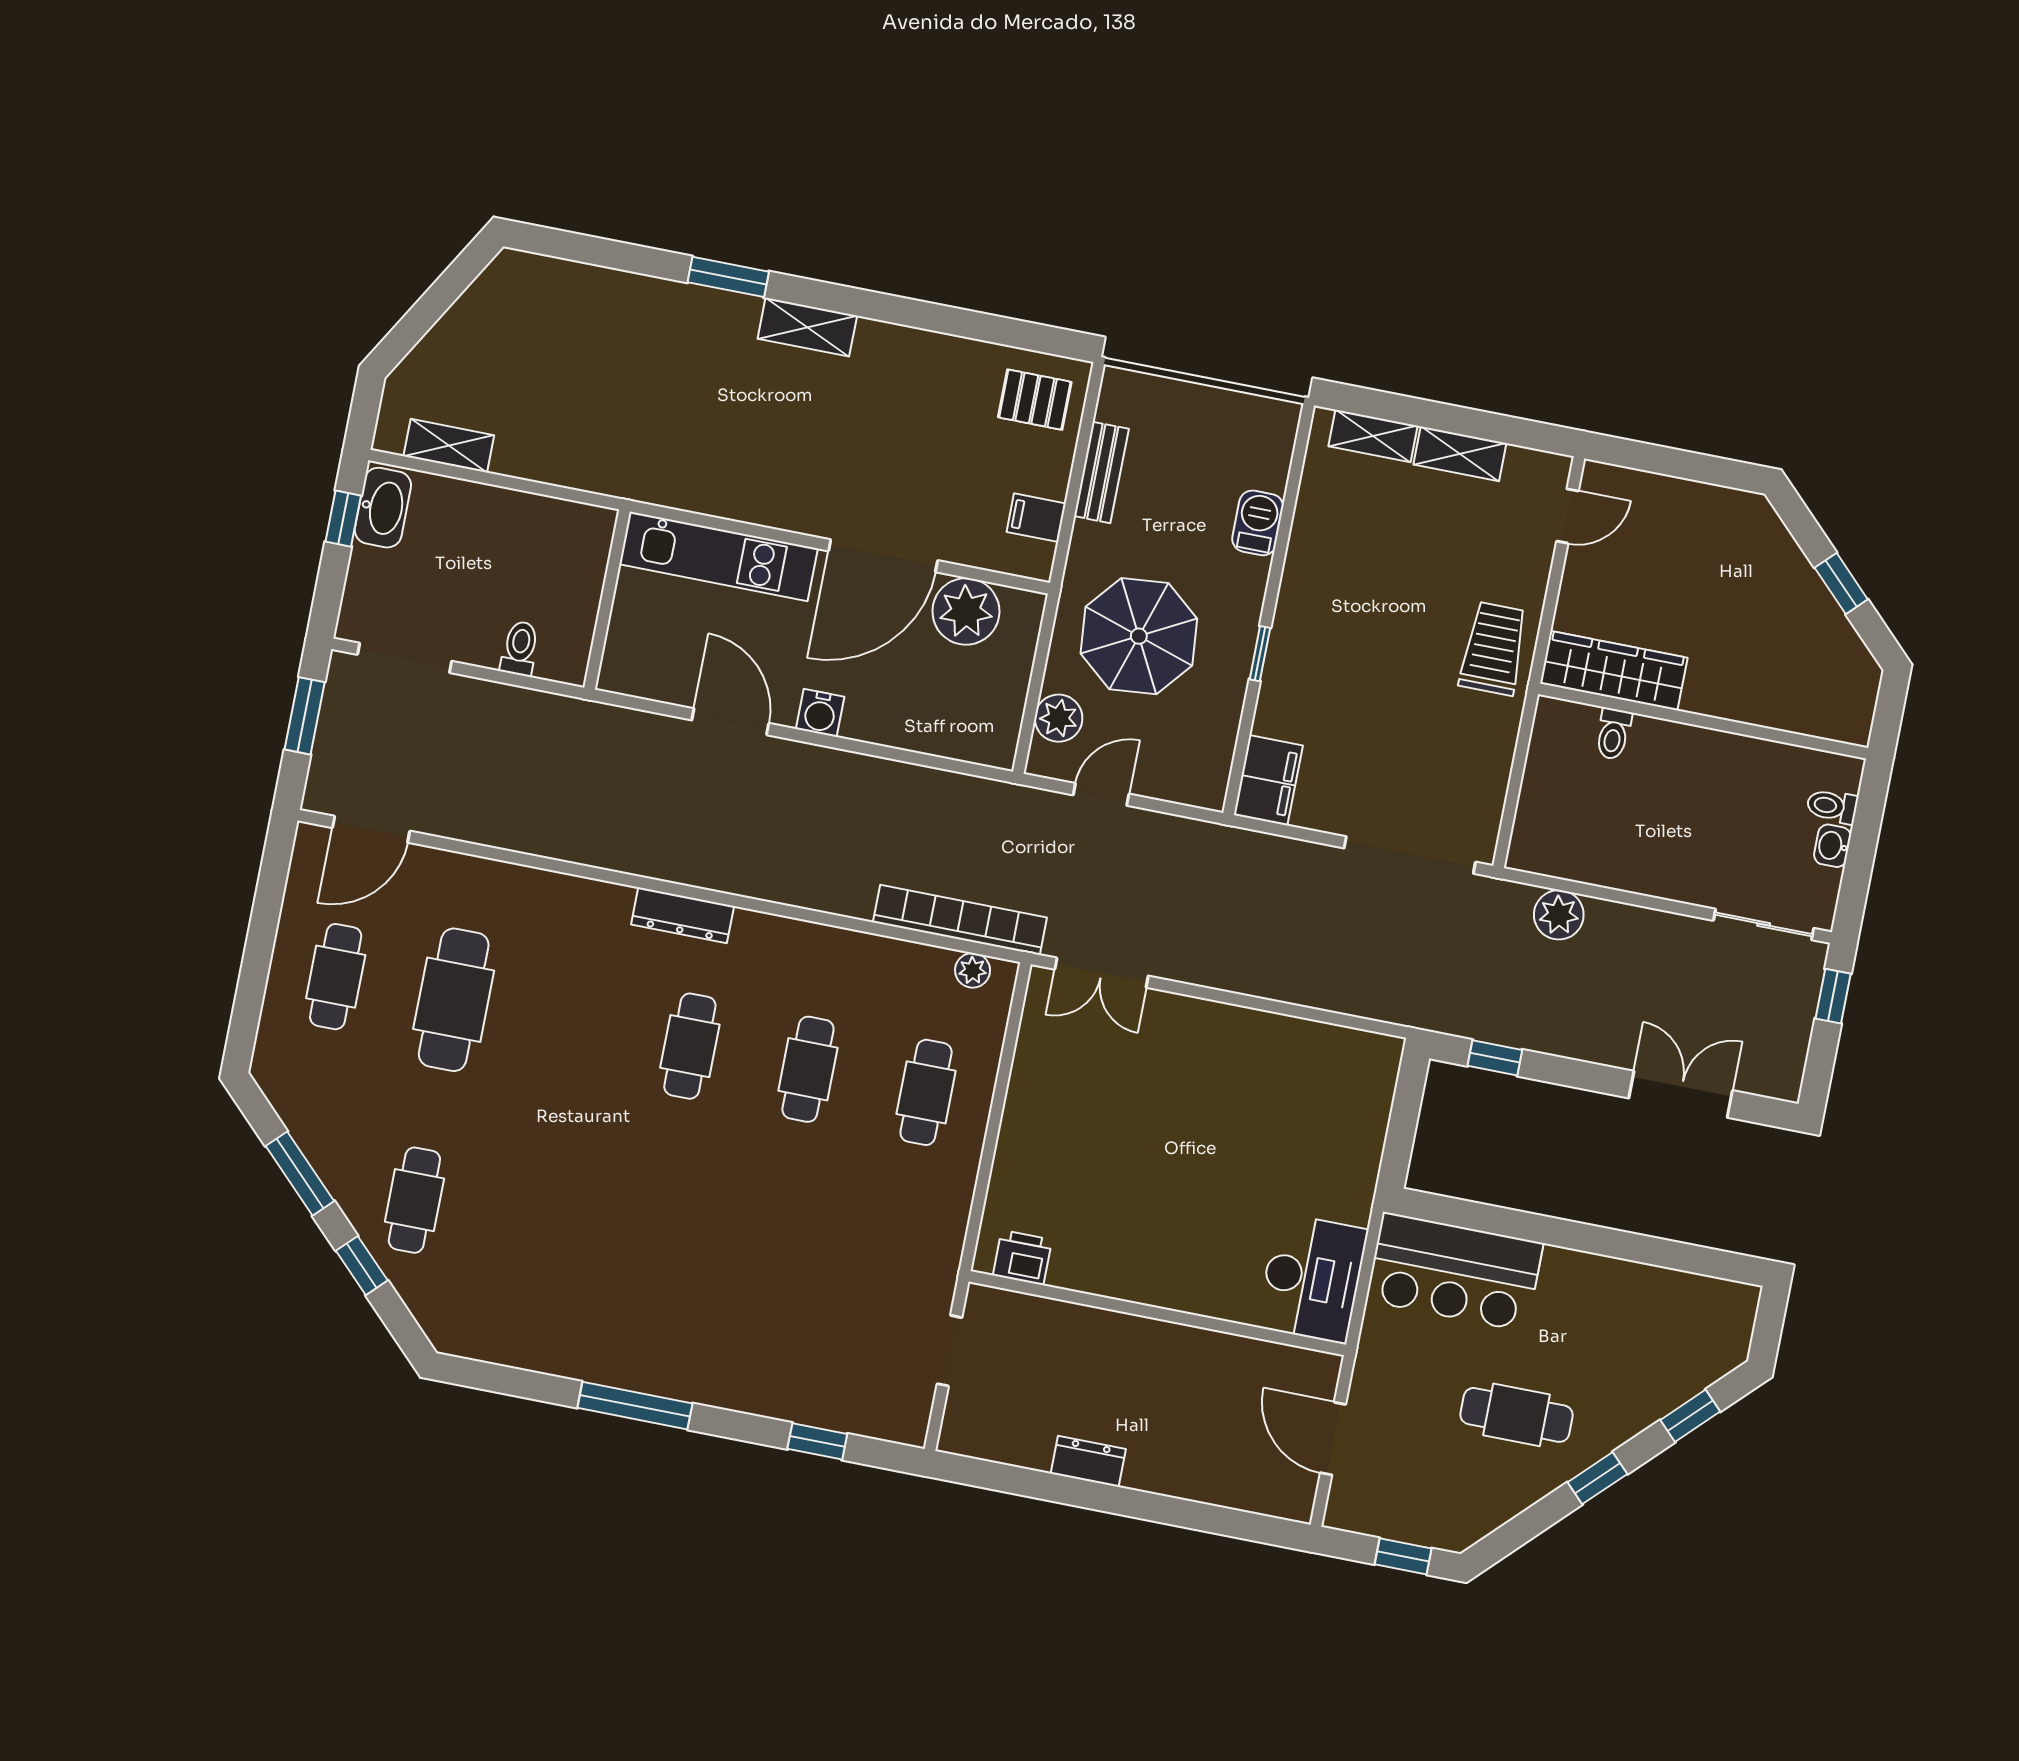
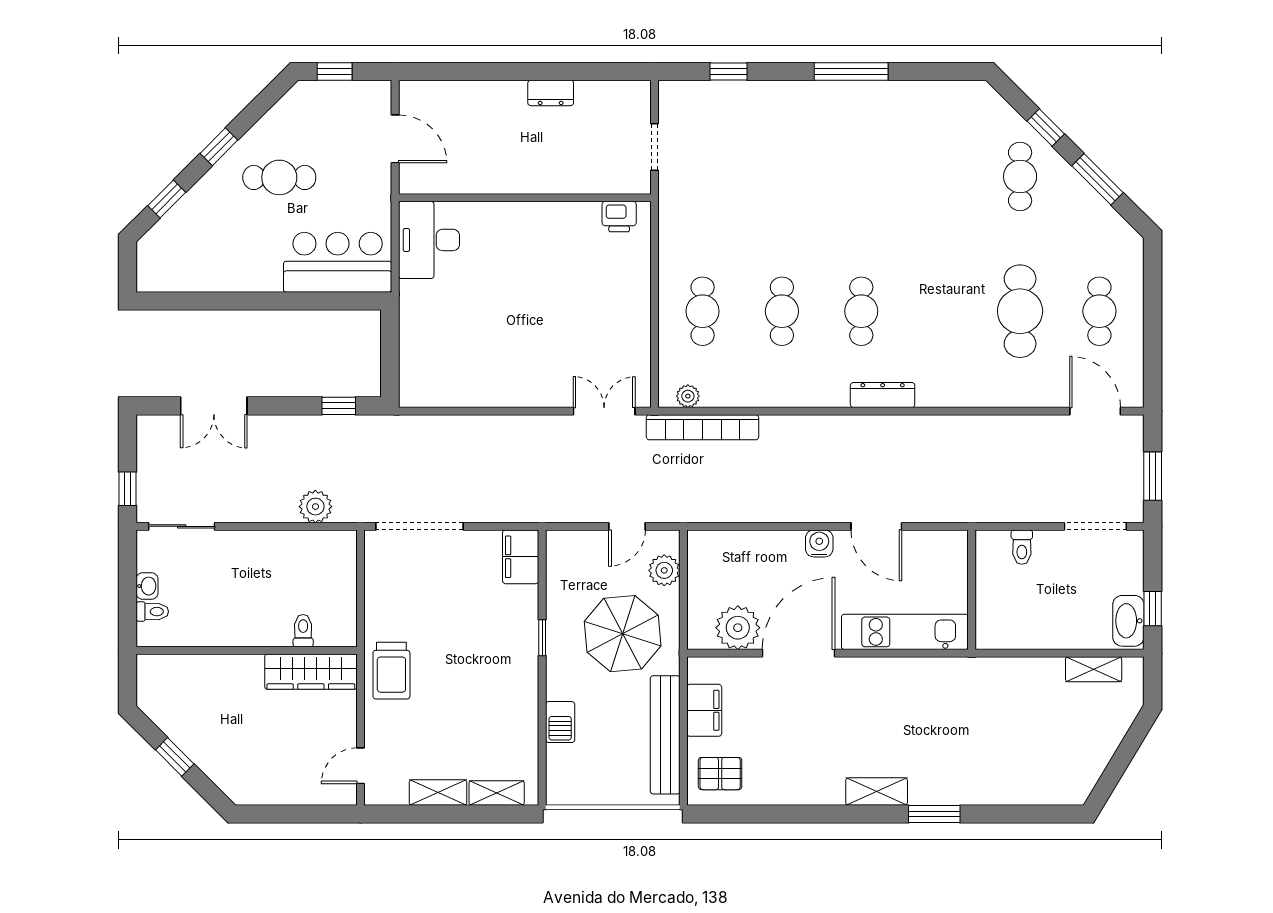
bench: (1101, 472) -> (665, 735), width x1.86, depth x1.21
filing cabinet: (1036, 518) -> (704, 710), width x2.00
door: (371, 829) -> (1095, 411), hinge flipped

